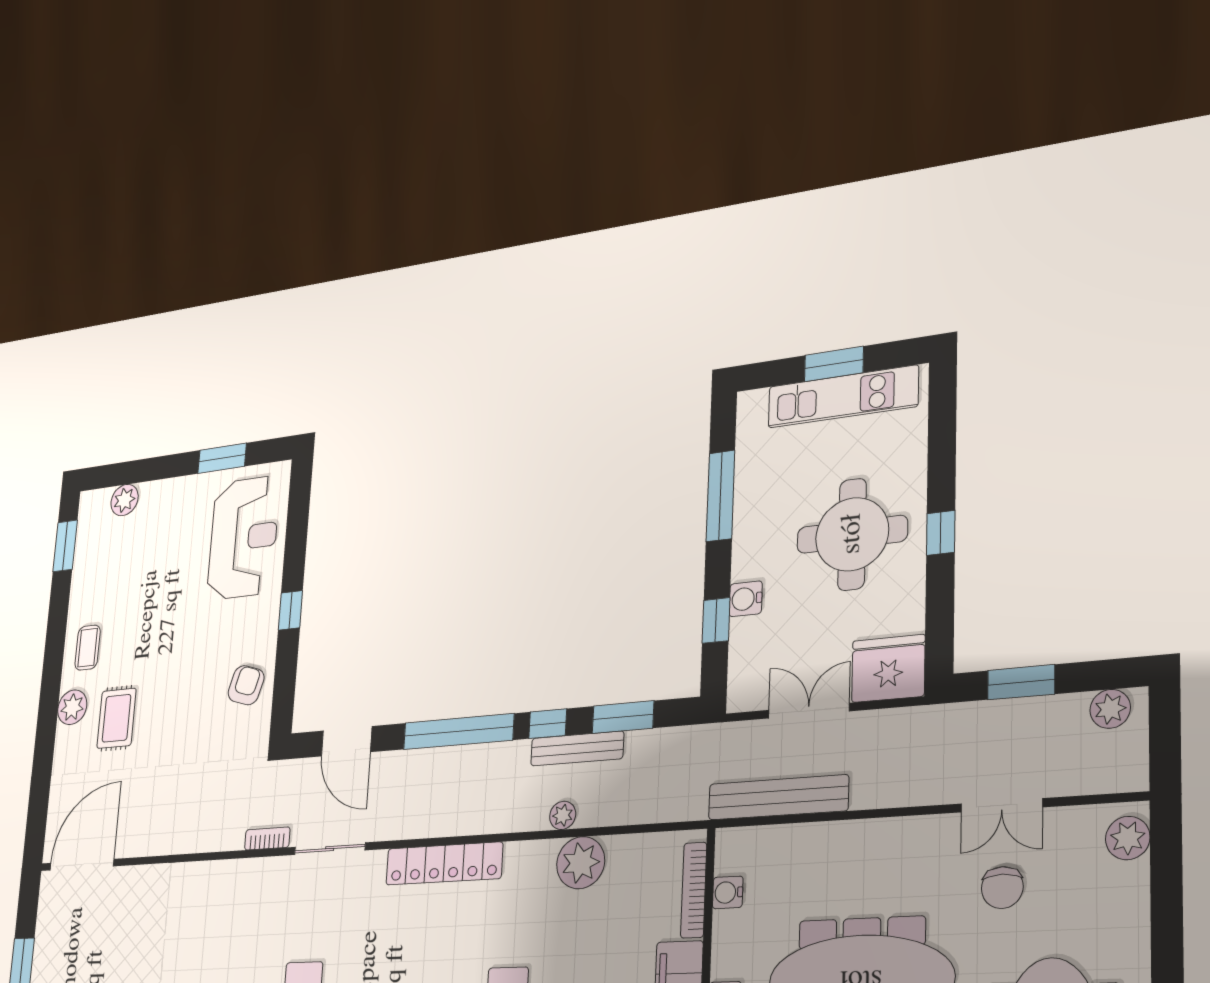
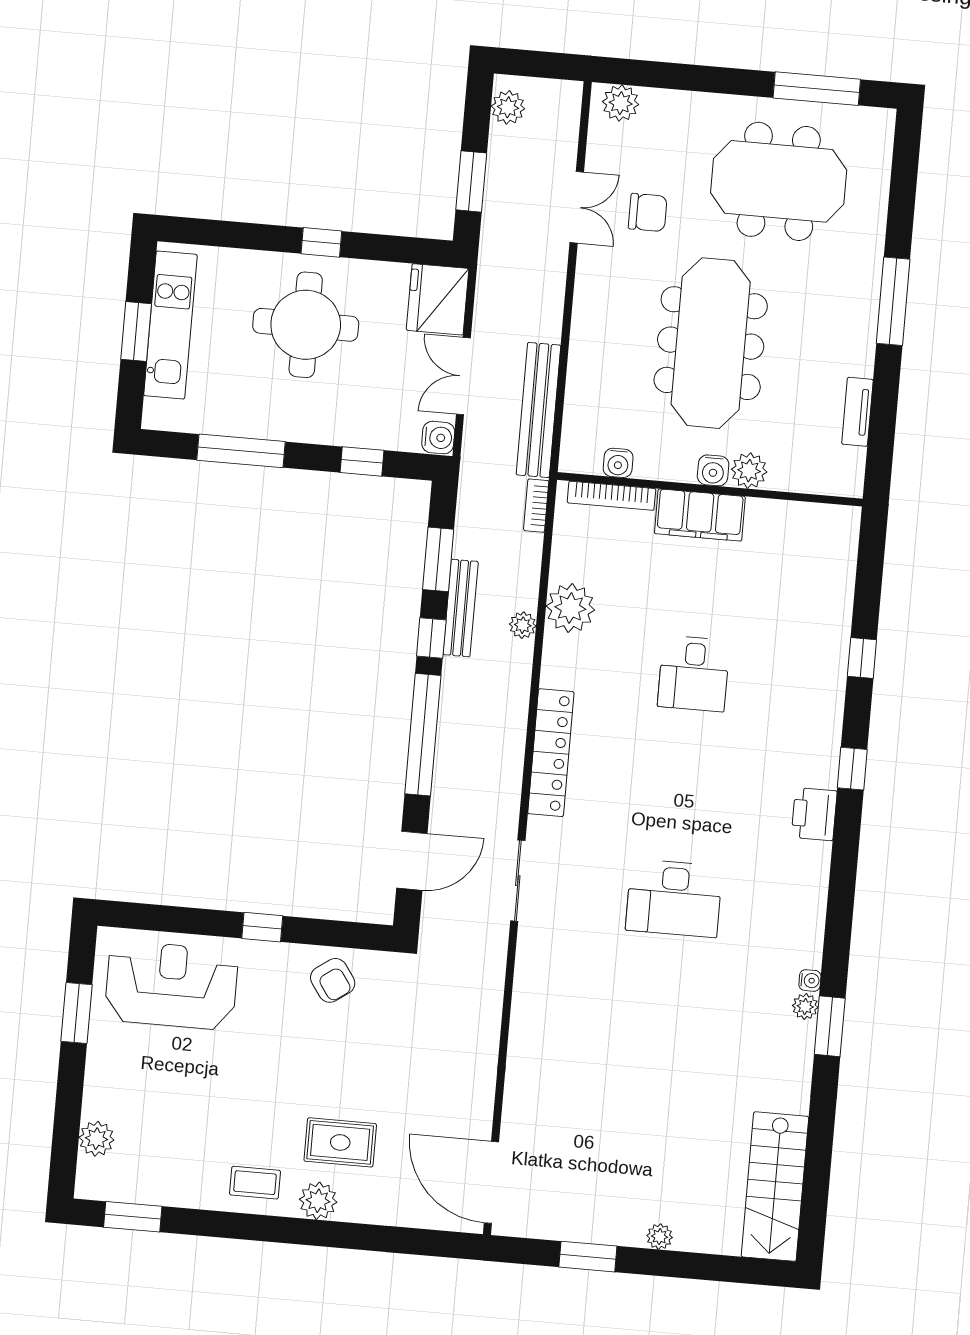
water cooler: (746, 599) -> (438, 438), moved, turned -90
armchair: (246, 685) -> (333, 980), turned -142
bookcase: (267, 838) -> (536, 506), moved

